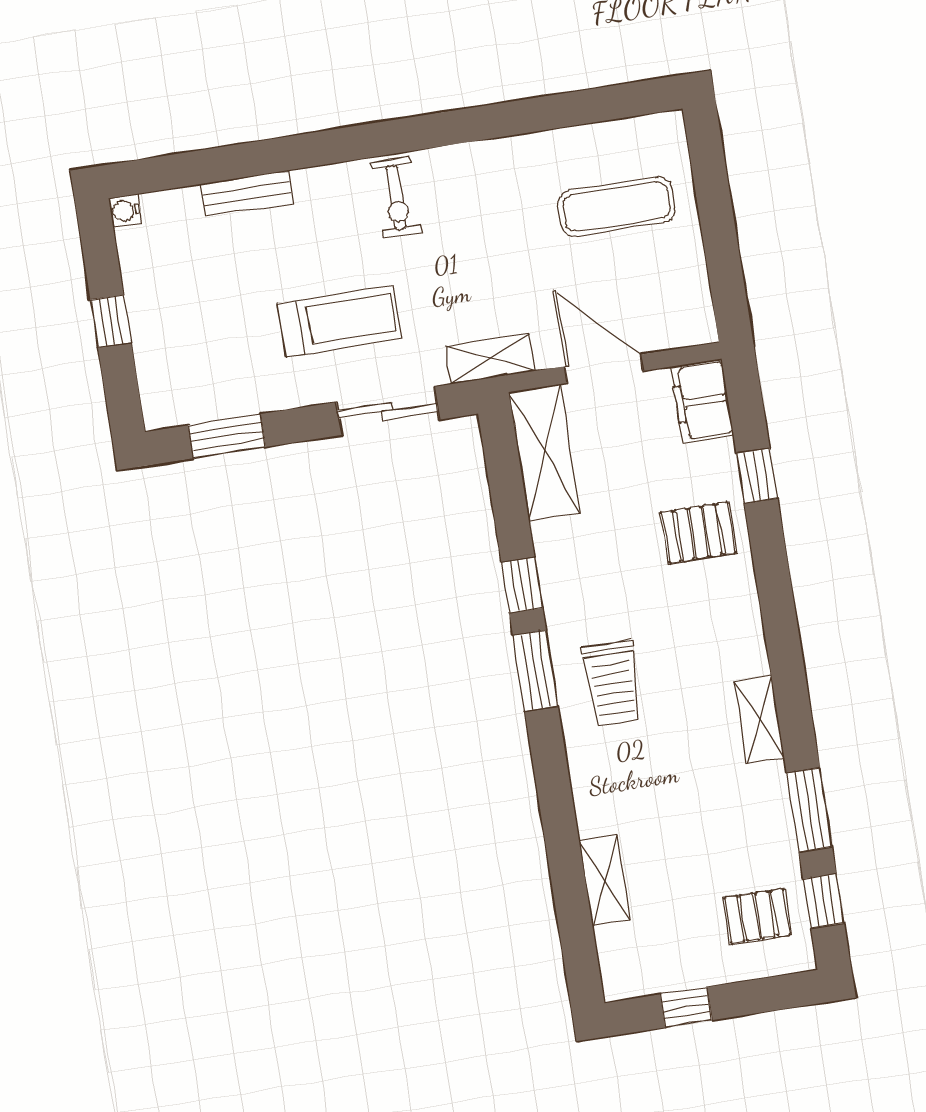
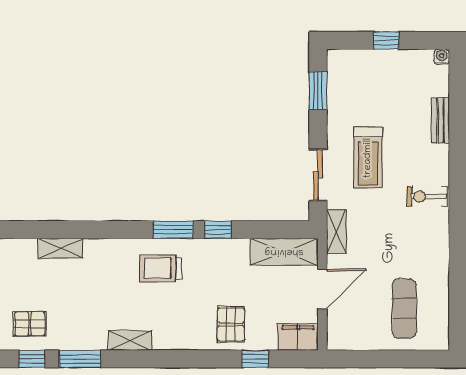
pallet: (757, 916) -> (30, 324), turned 90

